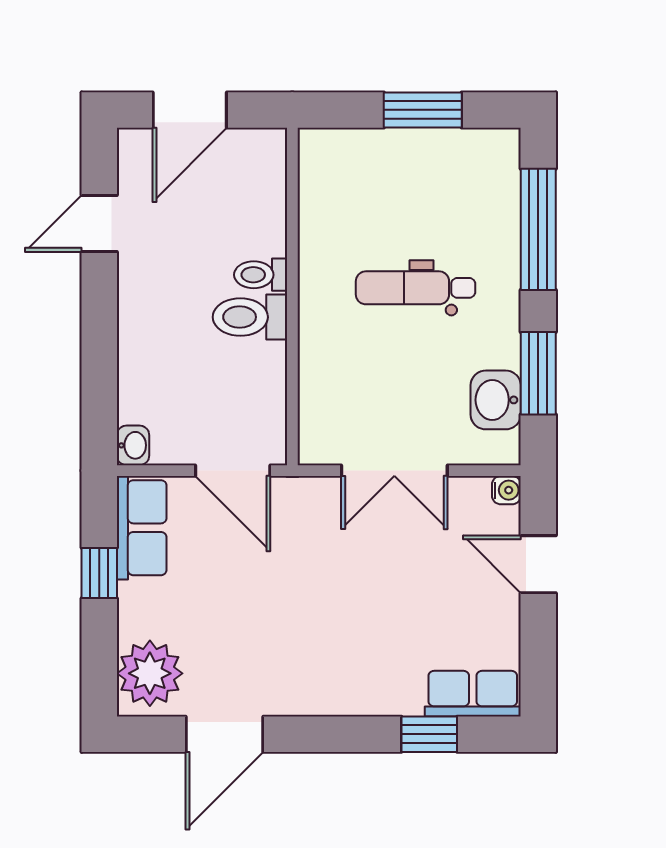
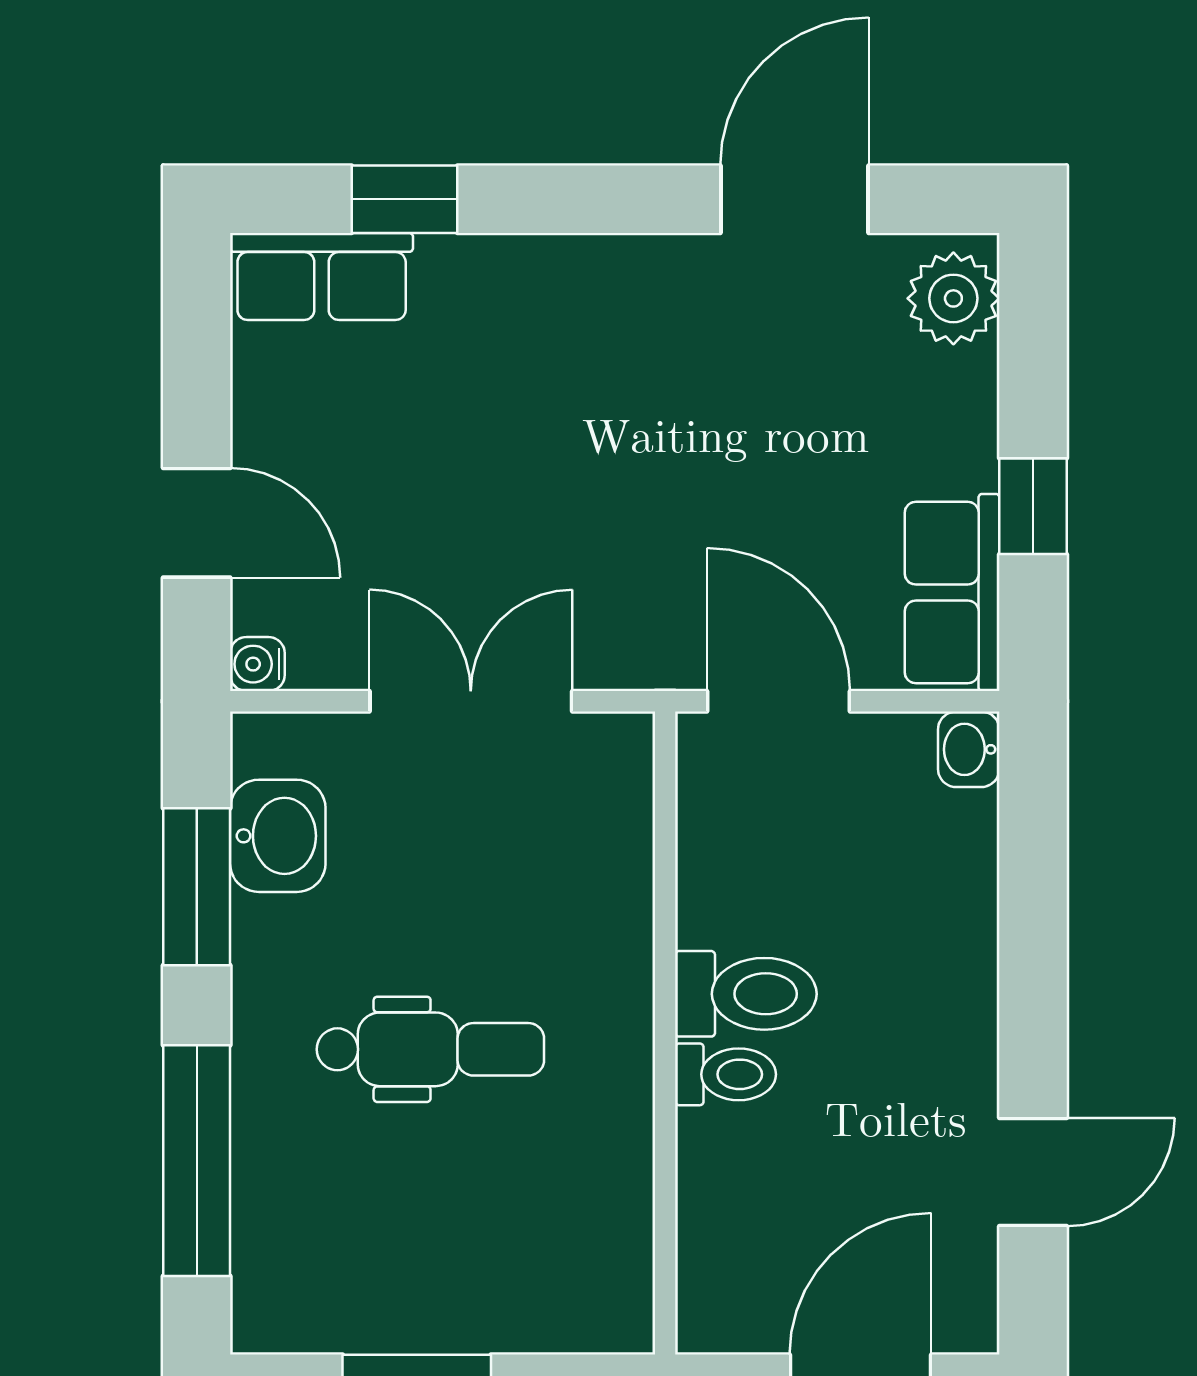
plant: (150, 673) -> (953, 298), width x0.73, depth x0.73

